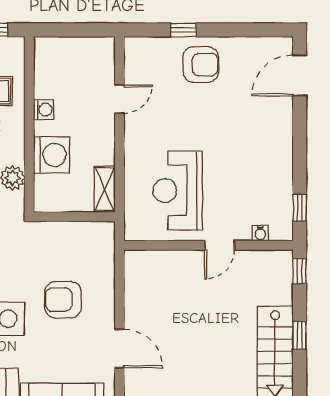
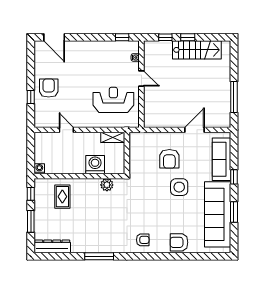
washing machine: (44, 110) -> (39, 169), moved
reception desk: (178, 190) -> (113, 100), turned 180
window: (300, 271) -> (165, 37), moved

